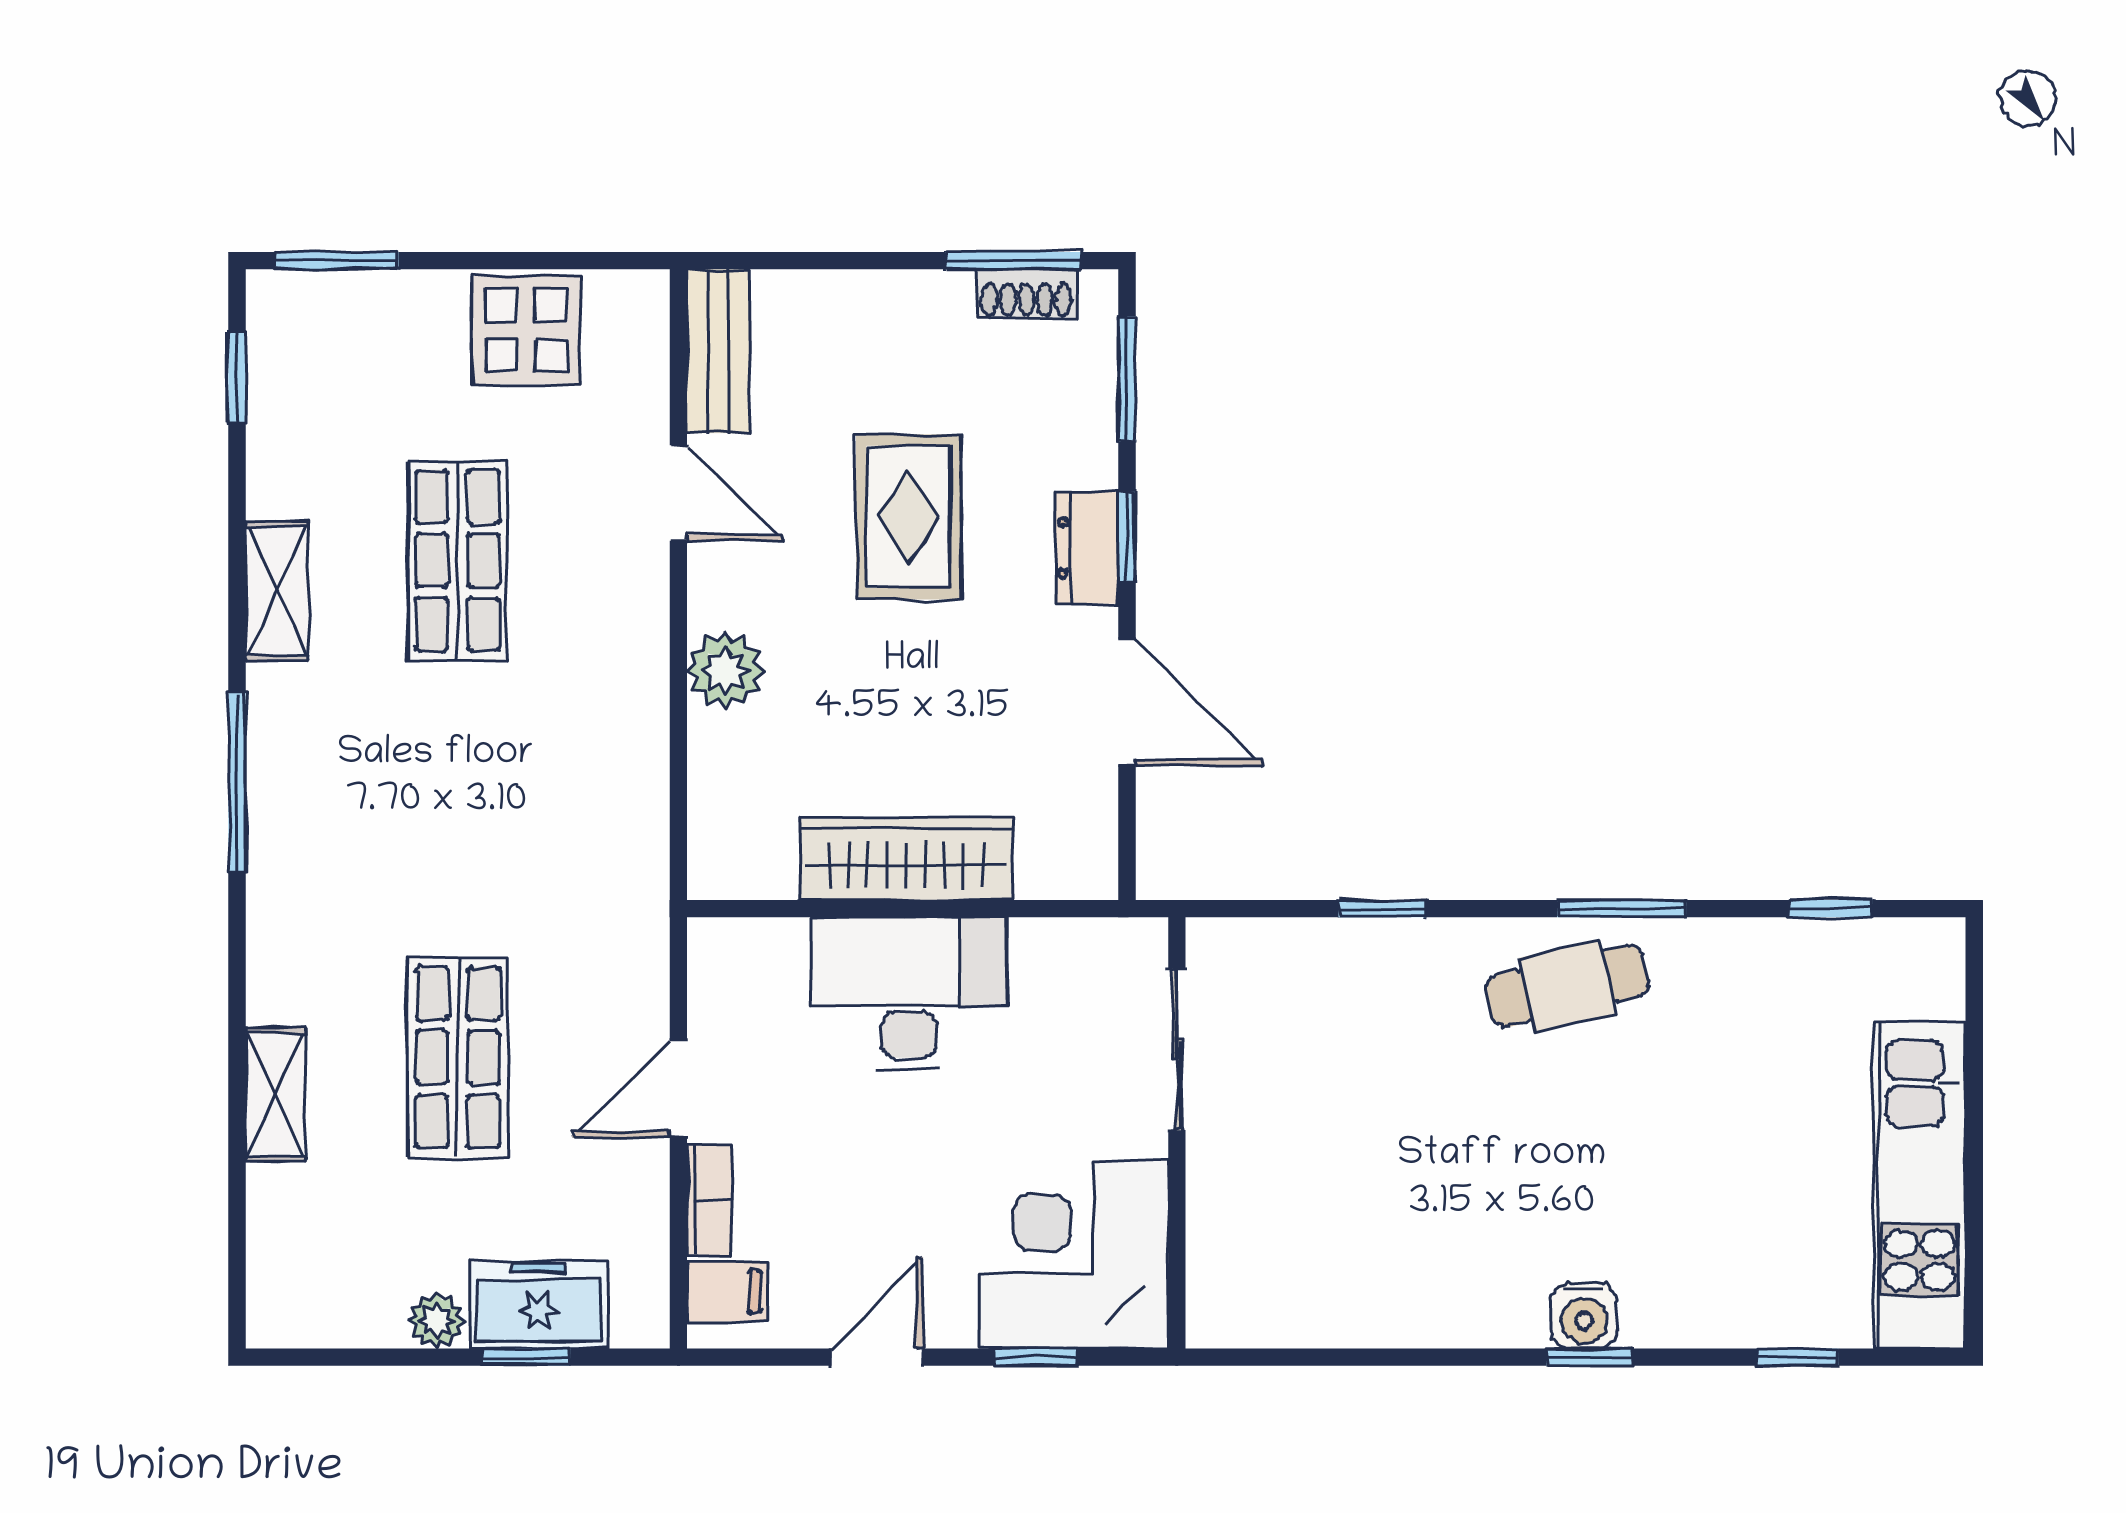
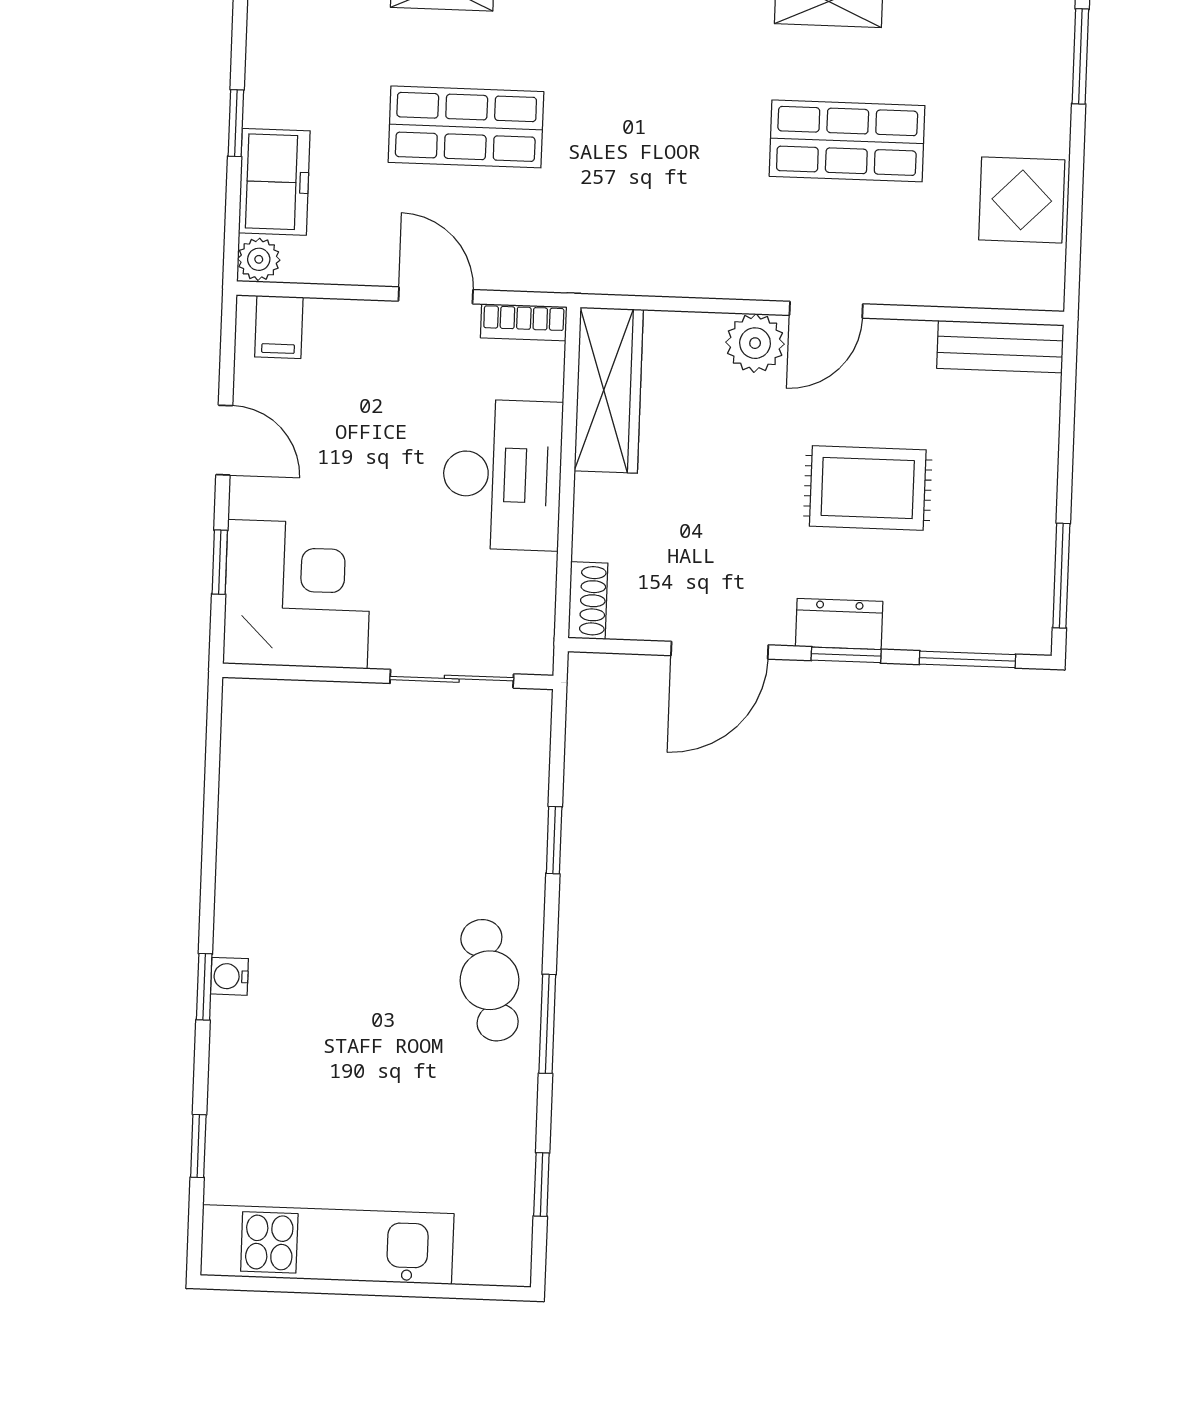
shoe rack: (1027, 293) -> (588, 601), moved, turned 180
door: (678, 493) -> (826, 310), moved
wardrobe: (906, 859) -> (609, 390), moved
bookcase: (709, 1200) -> (524, 322), moved
water cooler: (1584, 1316) -> (229, 976), width x0.72, depth x0.72
plant: (437, 1321) -> (259, 259), moved
window: (527, 1357) -> (236, 123), moved

